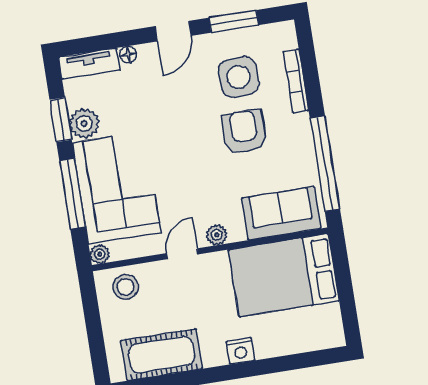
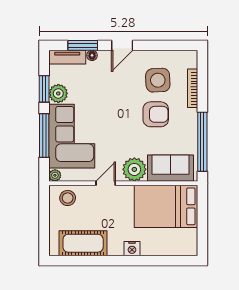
window: (234, 21) -> (83, 45), moved
armchair: (244, 132) -> (156, 114), turned 90
plant: (217, 235) -> (134, 169), width x1.88, depth x1.88

